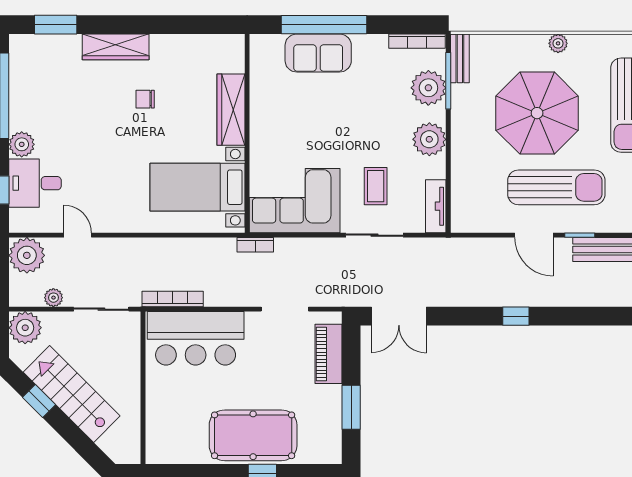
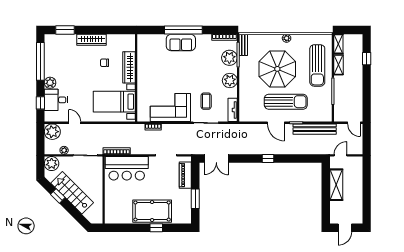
wardrobe: (231, 110) -> (129, 67), moved
wall: (247, 133) -> (136, 78), moved
bed with nightstands: (197, 187) -> (114, 102), moved

